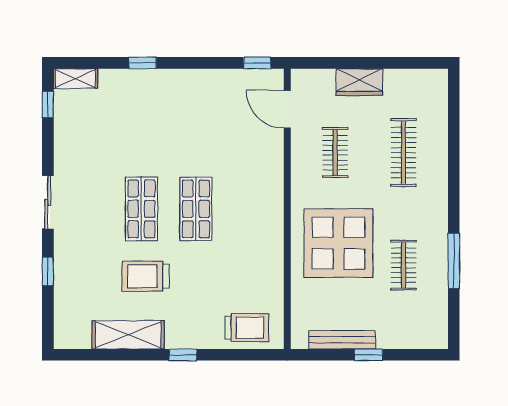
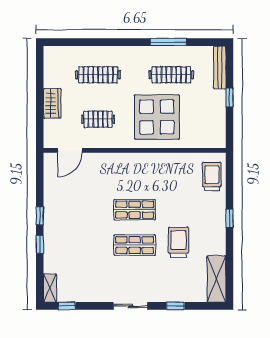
window: (257, 63) -> (40, 216), moved
clothes rail: (404, 265) -> (171, 75), width x1.36
trolley: (146, 276) -> (178, 242), turned 180
shelving: (128, 335) -> (216, 279), moved
bench: (342, 340) -> (220, 67), moved

